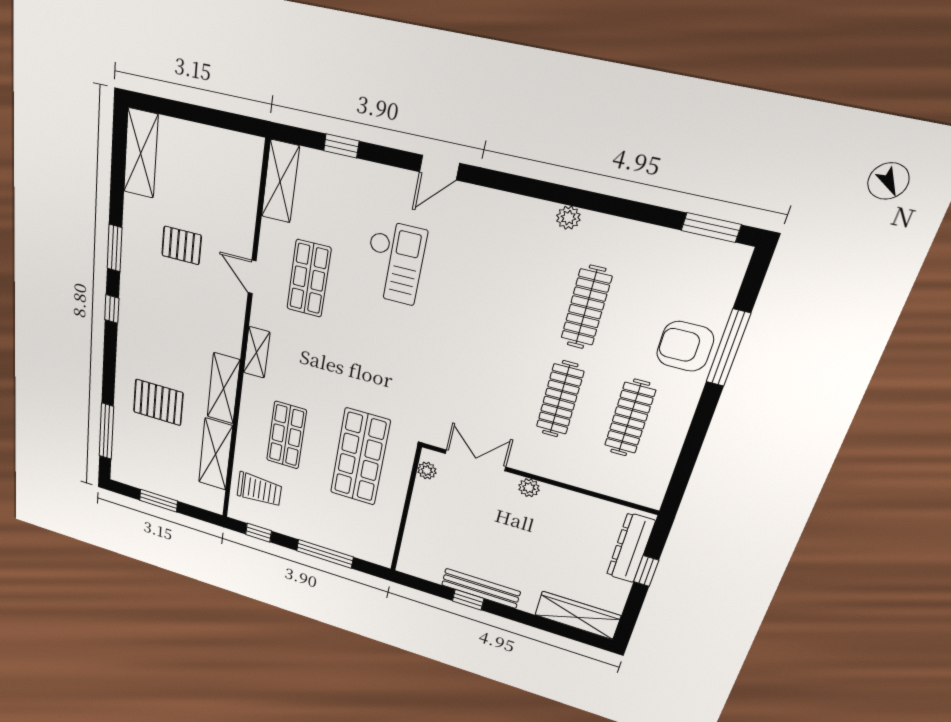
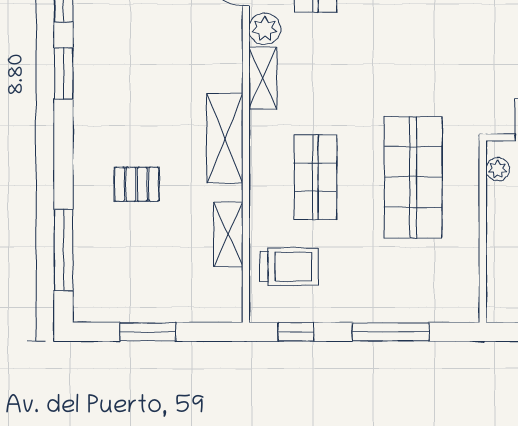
window: (112, 309) -> (64, 73), width x1.50
plant: (263, 315) -> (265, 29), added
pallet: (158, 402) -> (137, 184), width x0.67, depth x0.71
shelving: (215, 454) -> (228, 234), width x0.67, depth x0.75

